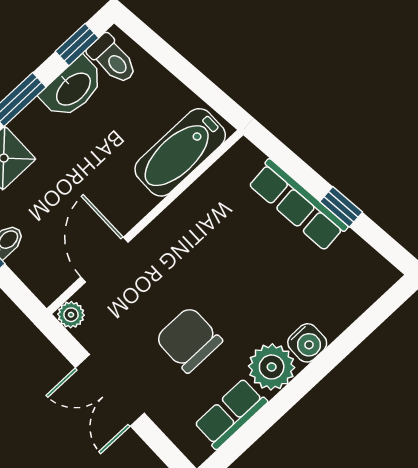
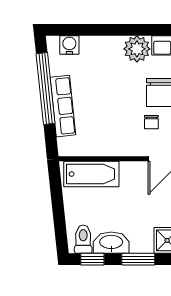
window: (341, 207) -> (45, 89), width x3.17
chair: (166, 290) -> (151, 122), added
water cooler: (307, 343) -> (69, 45), moved

